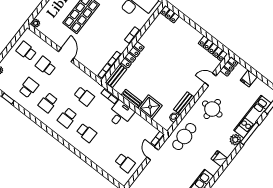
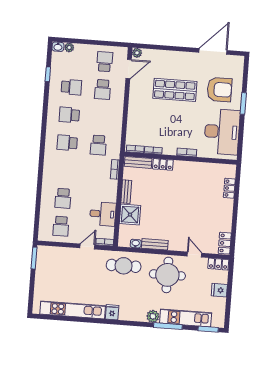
locker: (170, 14) -> (229, 188), moved
locker: (213, 49) -> (225, 243), width x0.66
door: (66, 55) -> (129, 69), moved
locker: (132, 55) -> (163, 164), width x0.66
school desk: (46, 66) -> (103, 89), turned 180
round table: (212, 109) -> (167, 275), width x1.36, depth x1.36
desk: (120, 114) -> (103, 214), moved
school desk: (86, 133) -> (63, 198), moved
fridge: (219, 159) -> (112, 312), moved

